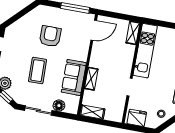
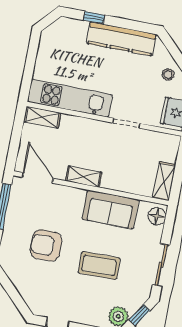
shelving: (91, 79) -> (84, 177), moved
floor lamp: (59, 106) -> (157, 216), moved

